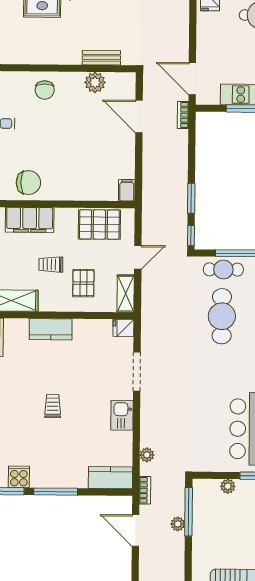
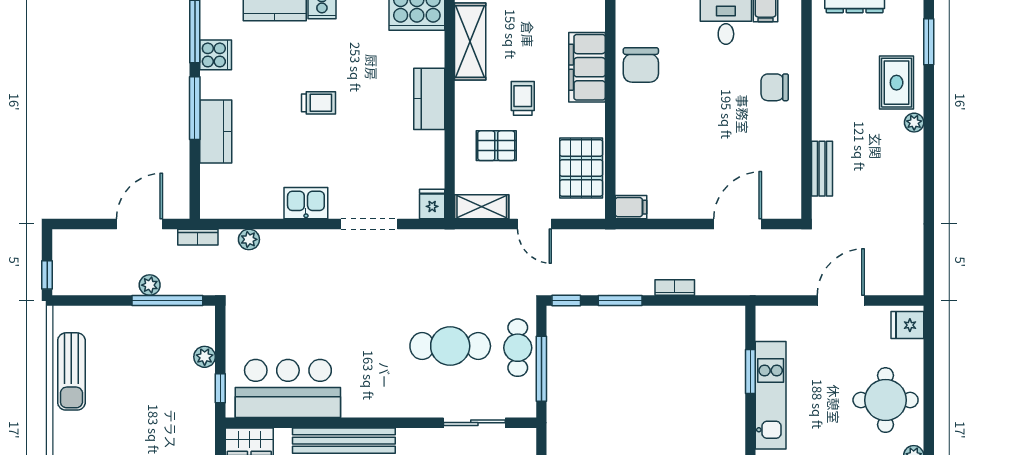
door: (192, 79) -> (841, 300), moved
plant: (95, 82) -> (786, 160), removed
bookcase: (183, 115) -> (675, 287), moved
kitchen counter: (110, 478) -> (216, 132), moved

